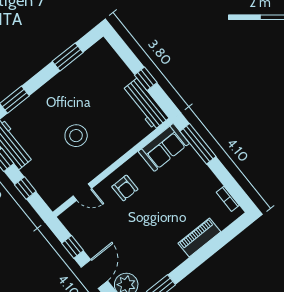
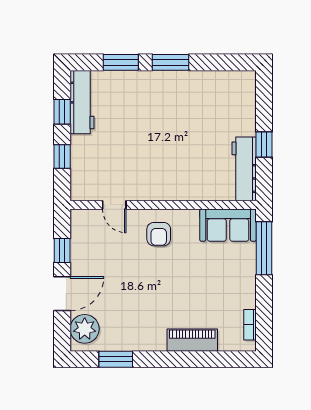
window: (68, 57) -> (171, 62), moved
stool: (76, 136) -> (152, 145), removed

